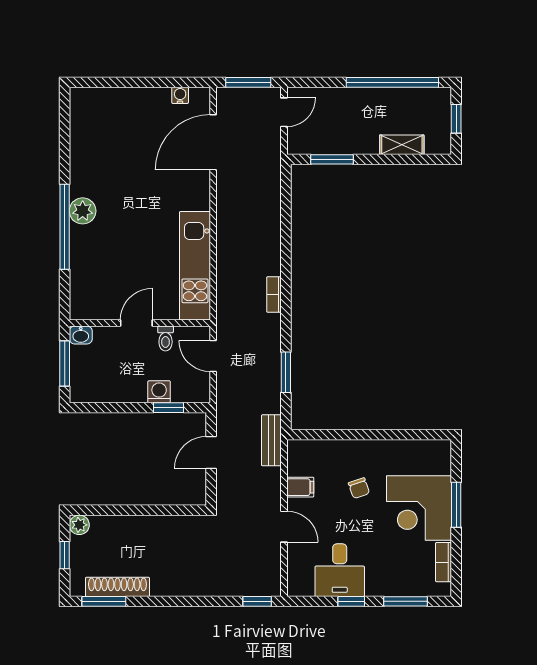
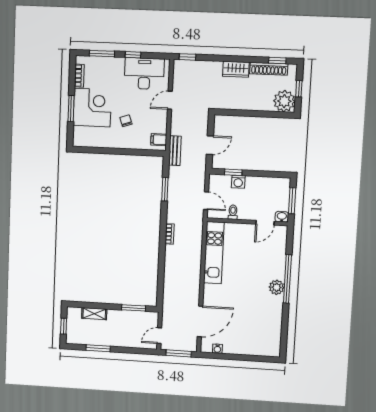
window: (392, 82) -> (98, 348), width x0.47
door: (136, 323) -> (265, 223), moved
filing cabinet: (300, 487) -> (159, 140), moved
plant: (79, 525) -> (284, 101), width x1.87, depth x1.87
door: (284, 527) -> (170, 100), hinge flipped
desk: (340, 570) -> (144, 74), width x1.37
wardrobe: (173, 584) -> (236, 69), added
window: (104, 601) -> (277, 60), width x0.67

